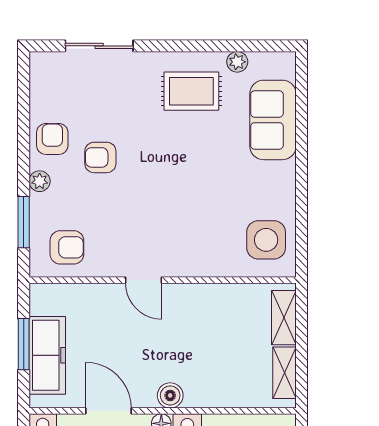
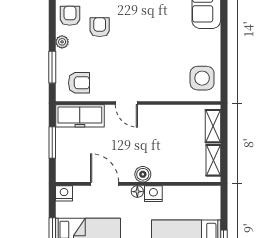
armchair: (100, 157) -> (100, 27), turned 90
freezer: (47, 355) -> (80, 116), moved, turned 90

